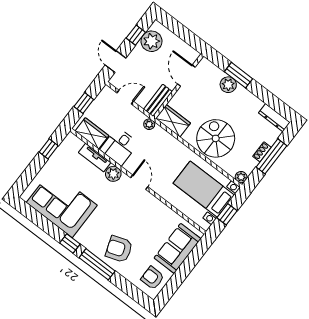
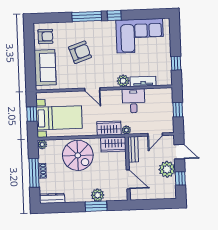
plant: (151, 41) -> (167, 169), moved
wardrobe: (92, 133) -> (109, 128), moved, turned 180
door: (139, 182) -> (92, 89), moved
armchair: (119, 249) -> (80, 52), moved

